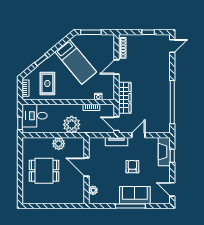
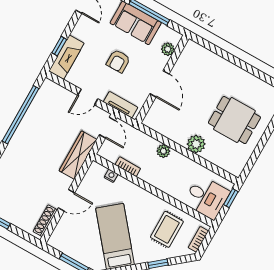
plant: (72, 125) -> (163, 151), width x0.53, depth x0.53
door: (87, 167) -> (159, 84), moved
wall: (87, 171) -> (162, 79), moved
plant: (93, 190) -> (168, 49), moved

